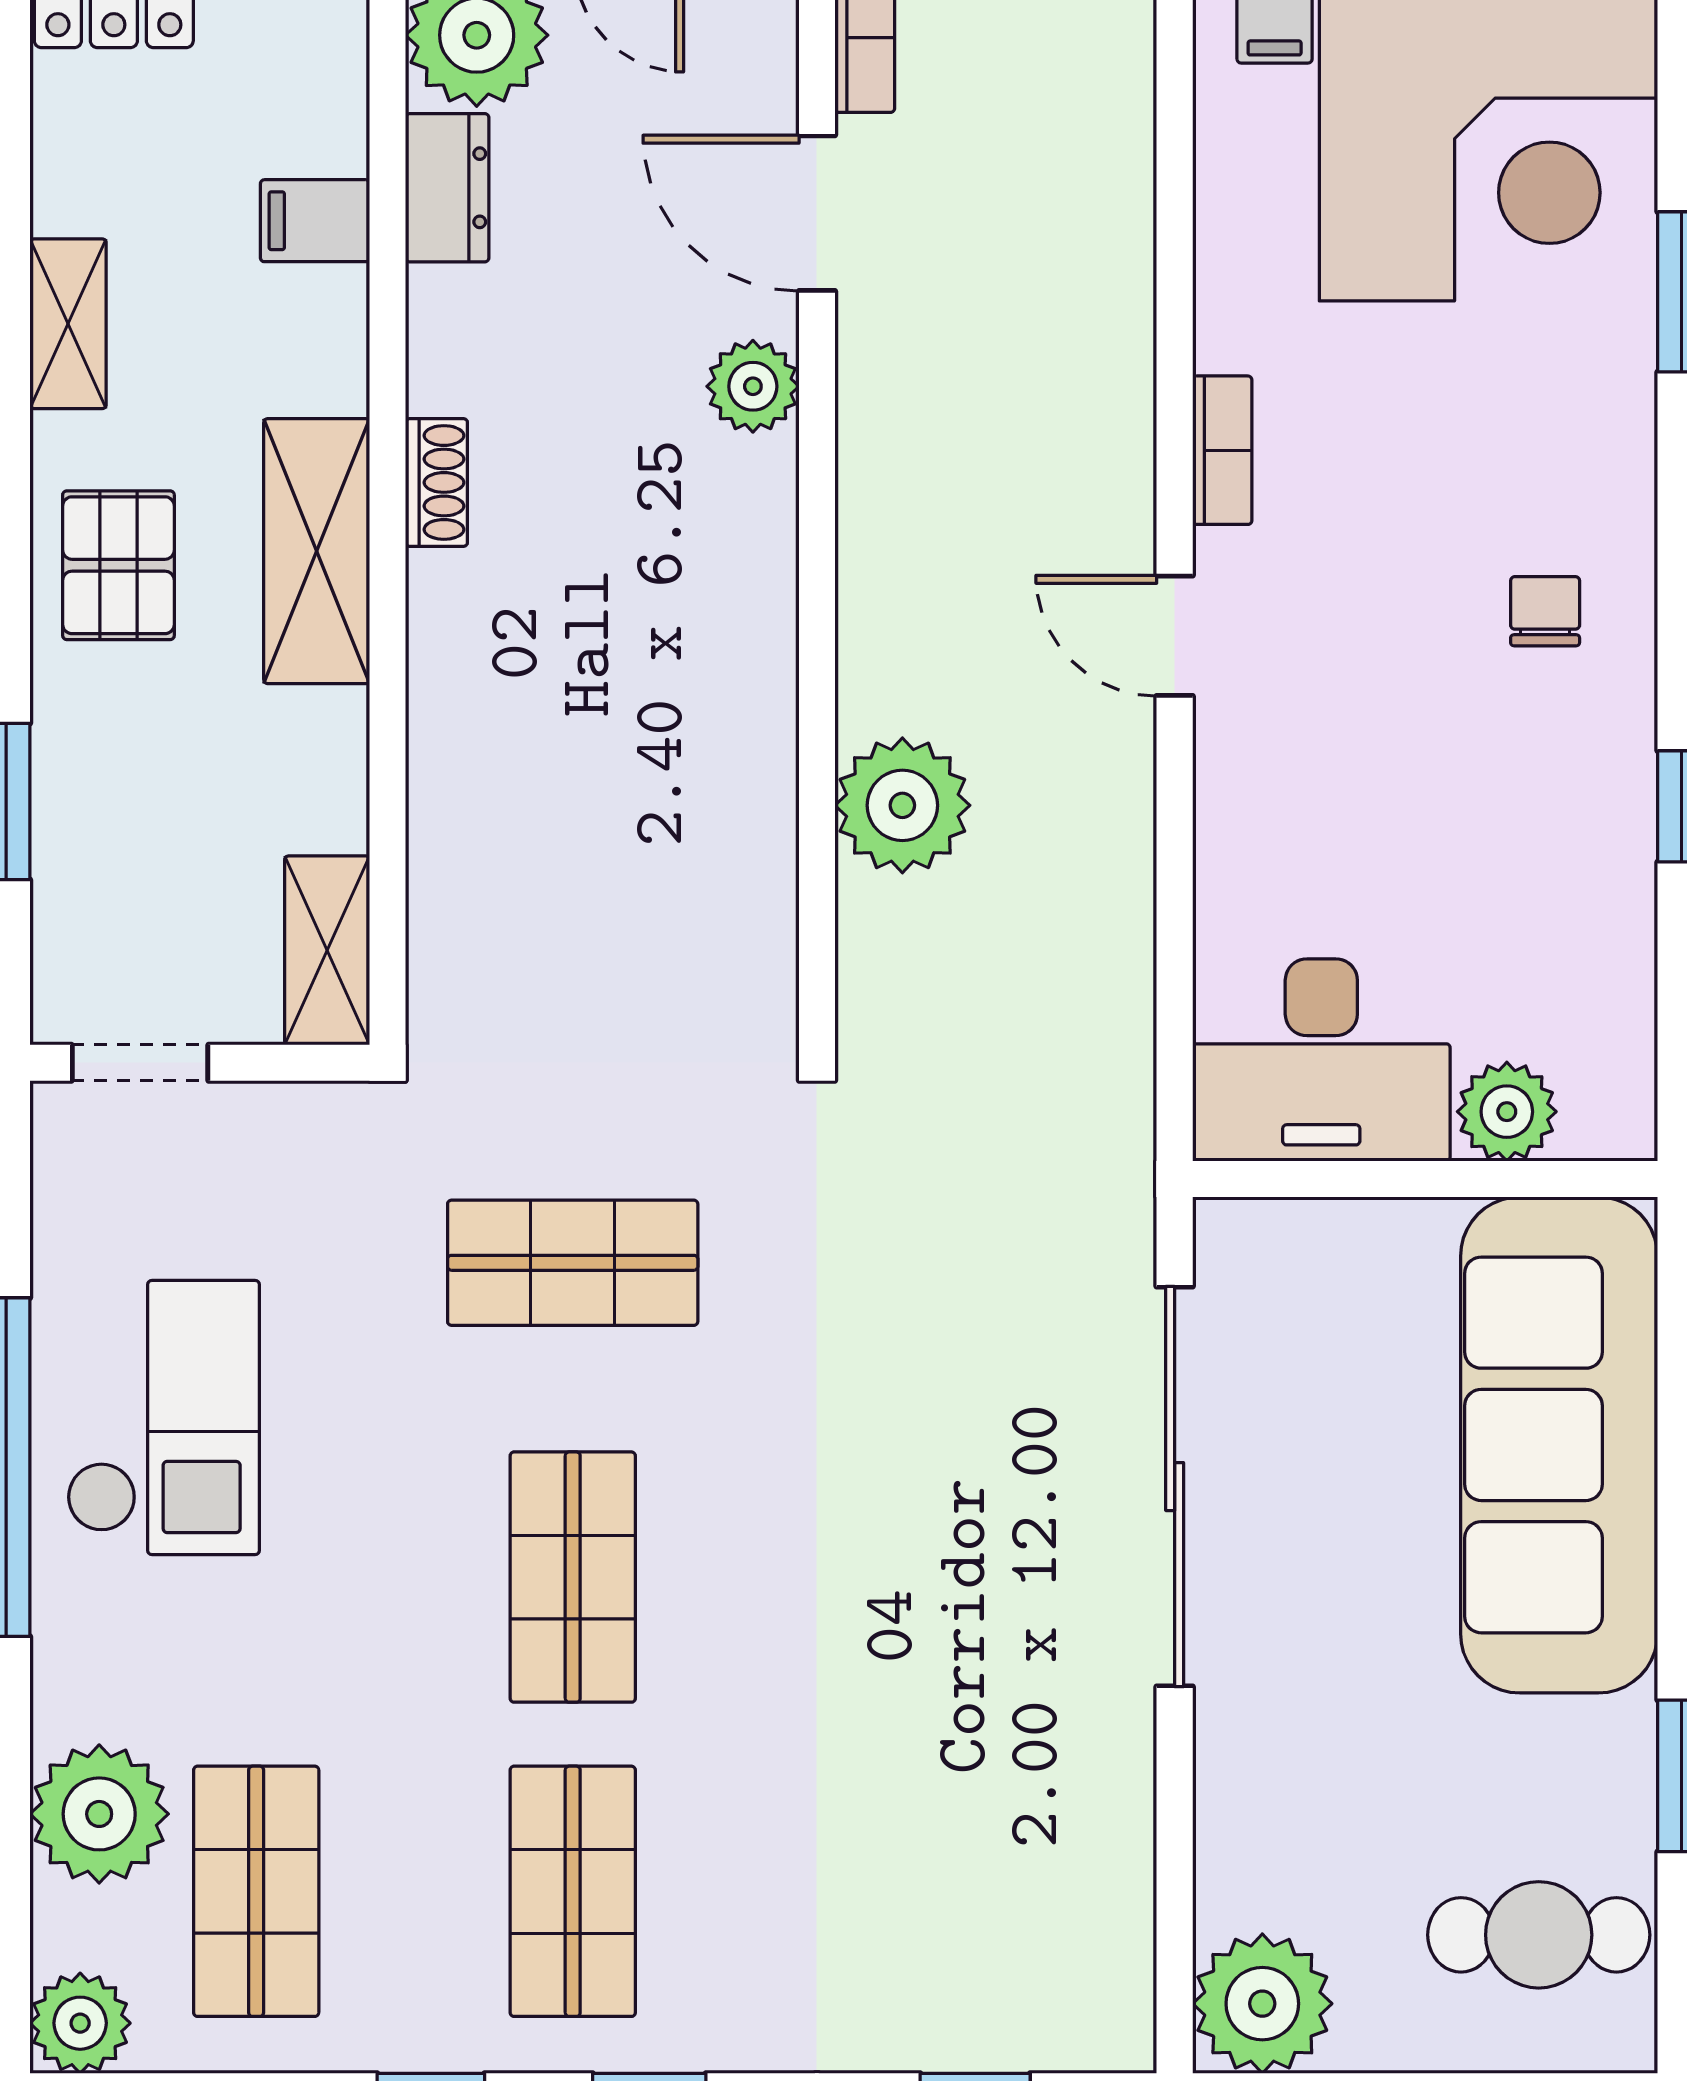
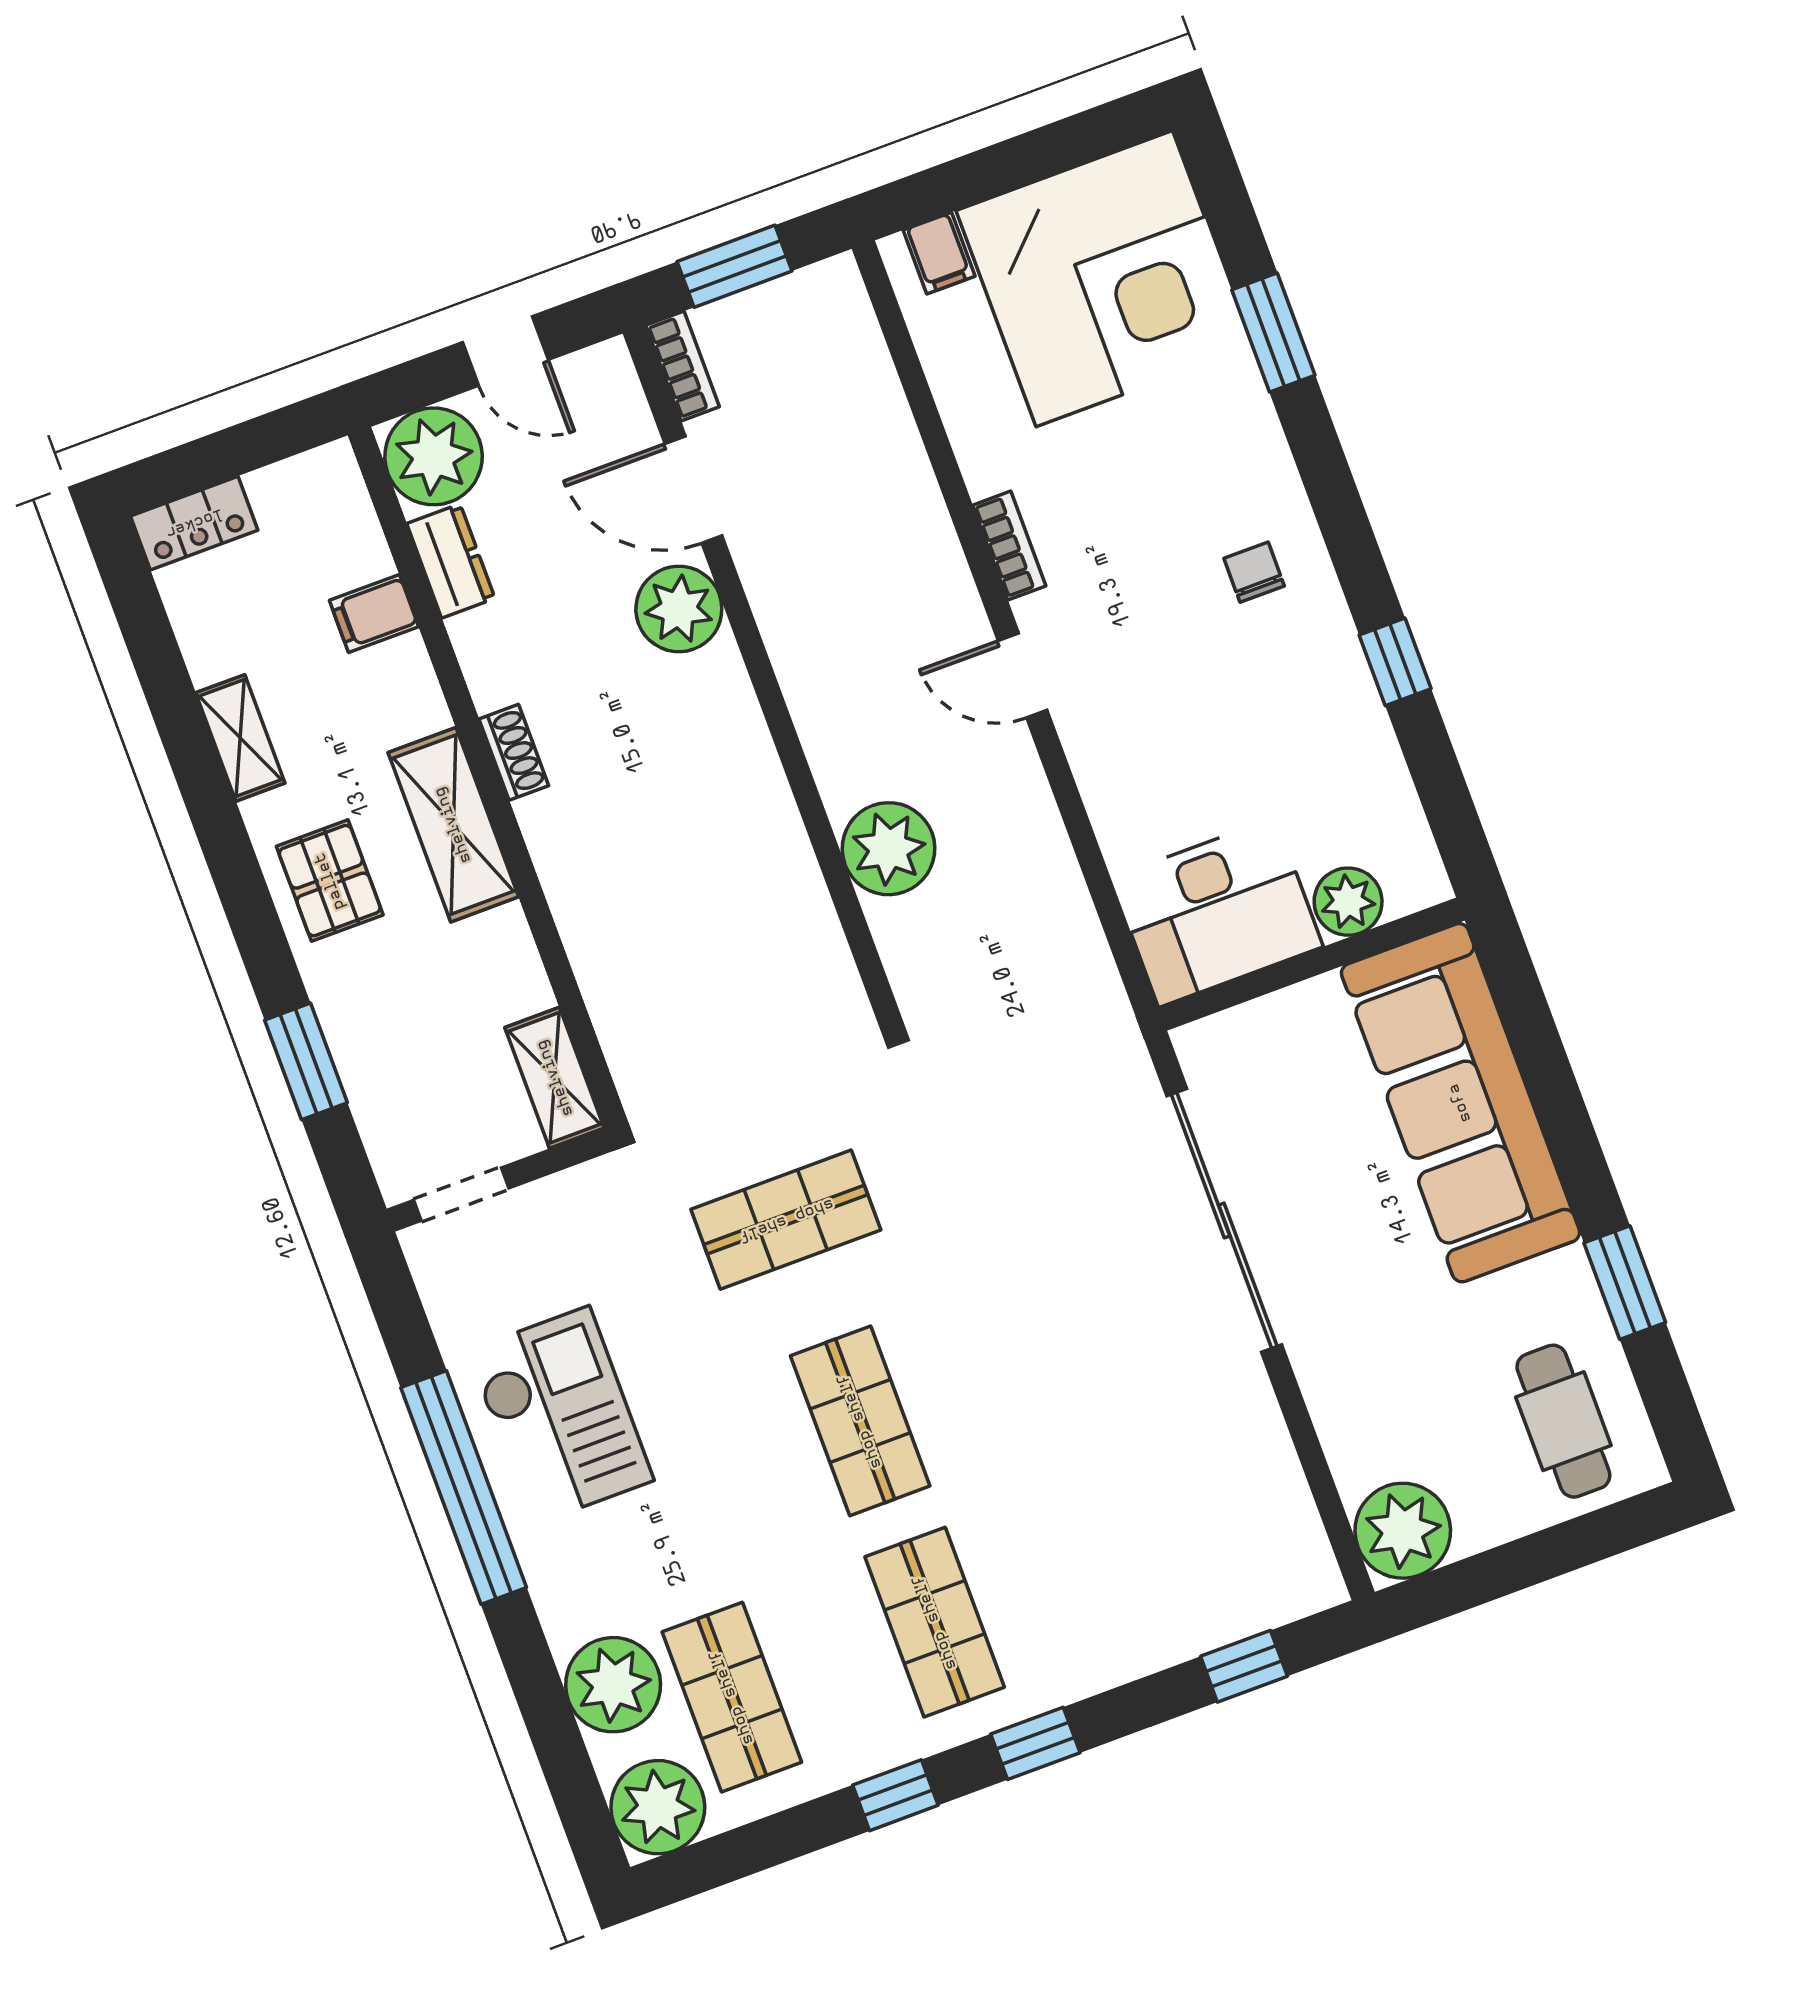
plant: (753, 386) -> (679, 609), width x1.36, depth x1.36
cafe table: (1539, 1935) -> (1563, 1421), turned 90
plant: (80, 2023) -> (658, 1807), width x1.36, depth x1.36

